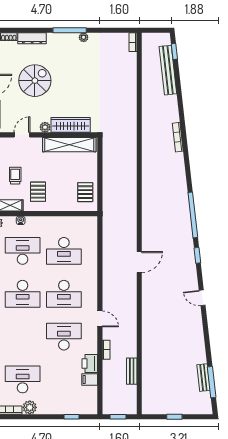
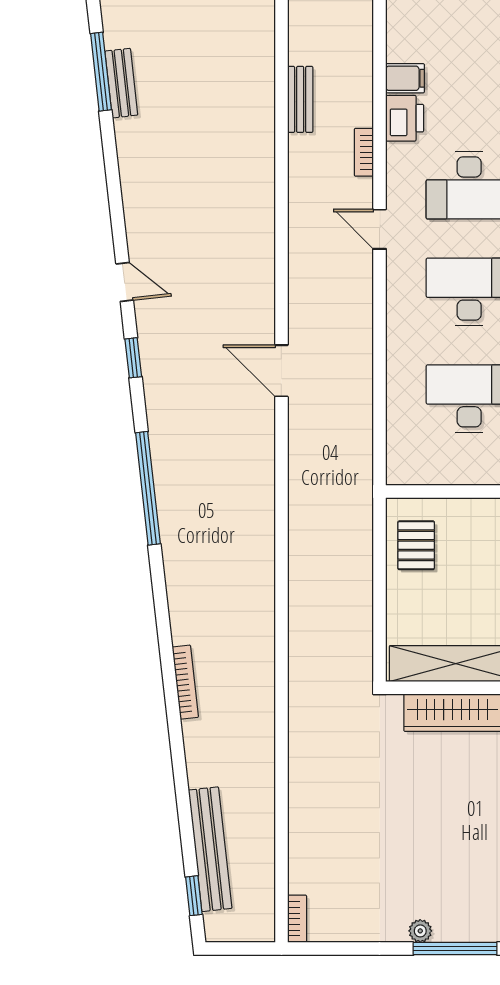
window: (197, 255) -> (133, 358), moved
door: (139, 262) -> (281, 371), hinge flipped

